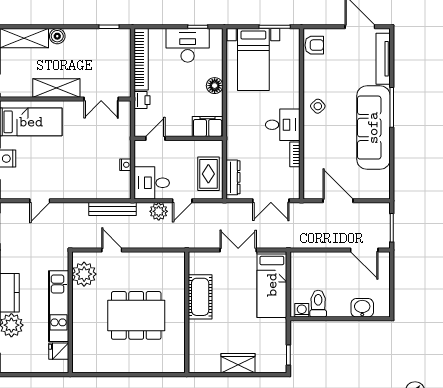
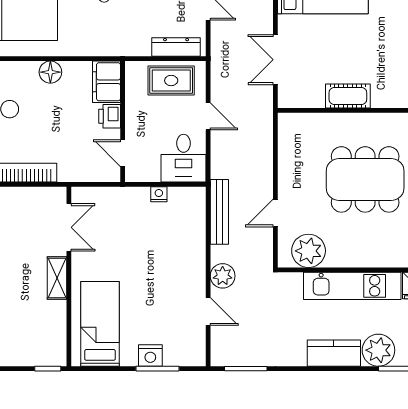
shelving: (56, 88) -> (57, 278), width x0.67, depth x0.75
printer: (142, 100) -> (110, 116), moved, turned -90
plant: (159, 211) -> (223, 276), moved
double door: (238, 250) -> (275, 60), moved
cot: (200, 297) -> (348, 96), width x0.73, depth x0.75
dining table: (136, 315) -> (365, 179), turned 90

